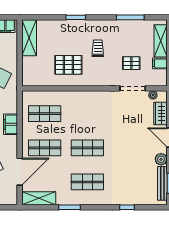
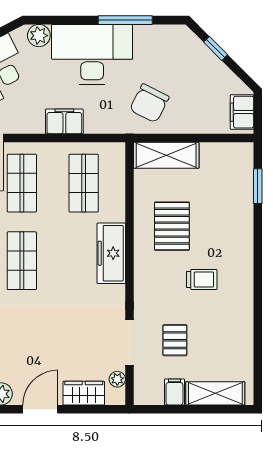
window: (76, 17) -> (258, 186), moved
window: (130, 17) -> (258, 338), removed
shelving: (29, 38) -> (166, 155), moved
freezer: (83, 98) -> (111, 253), added

